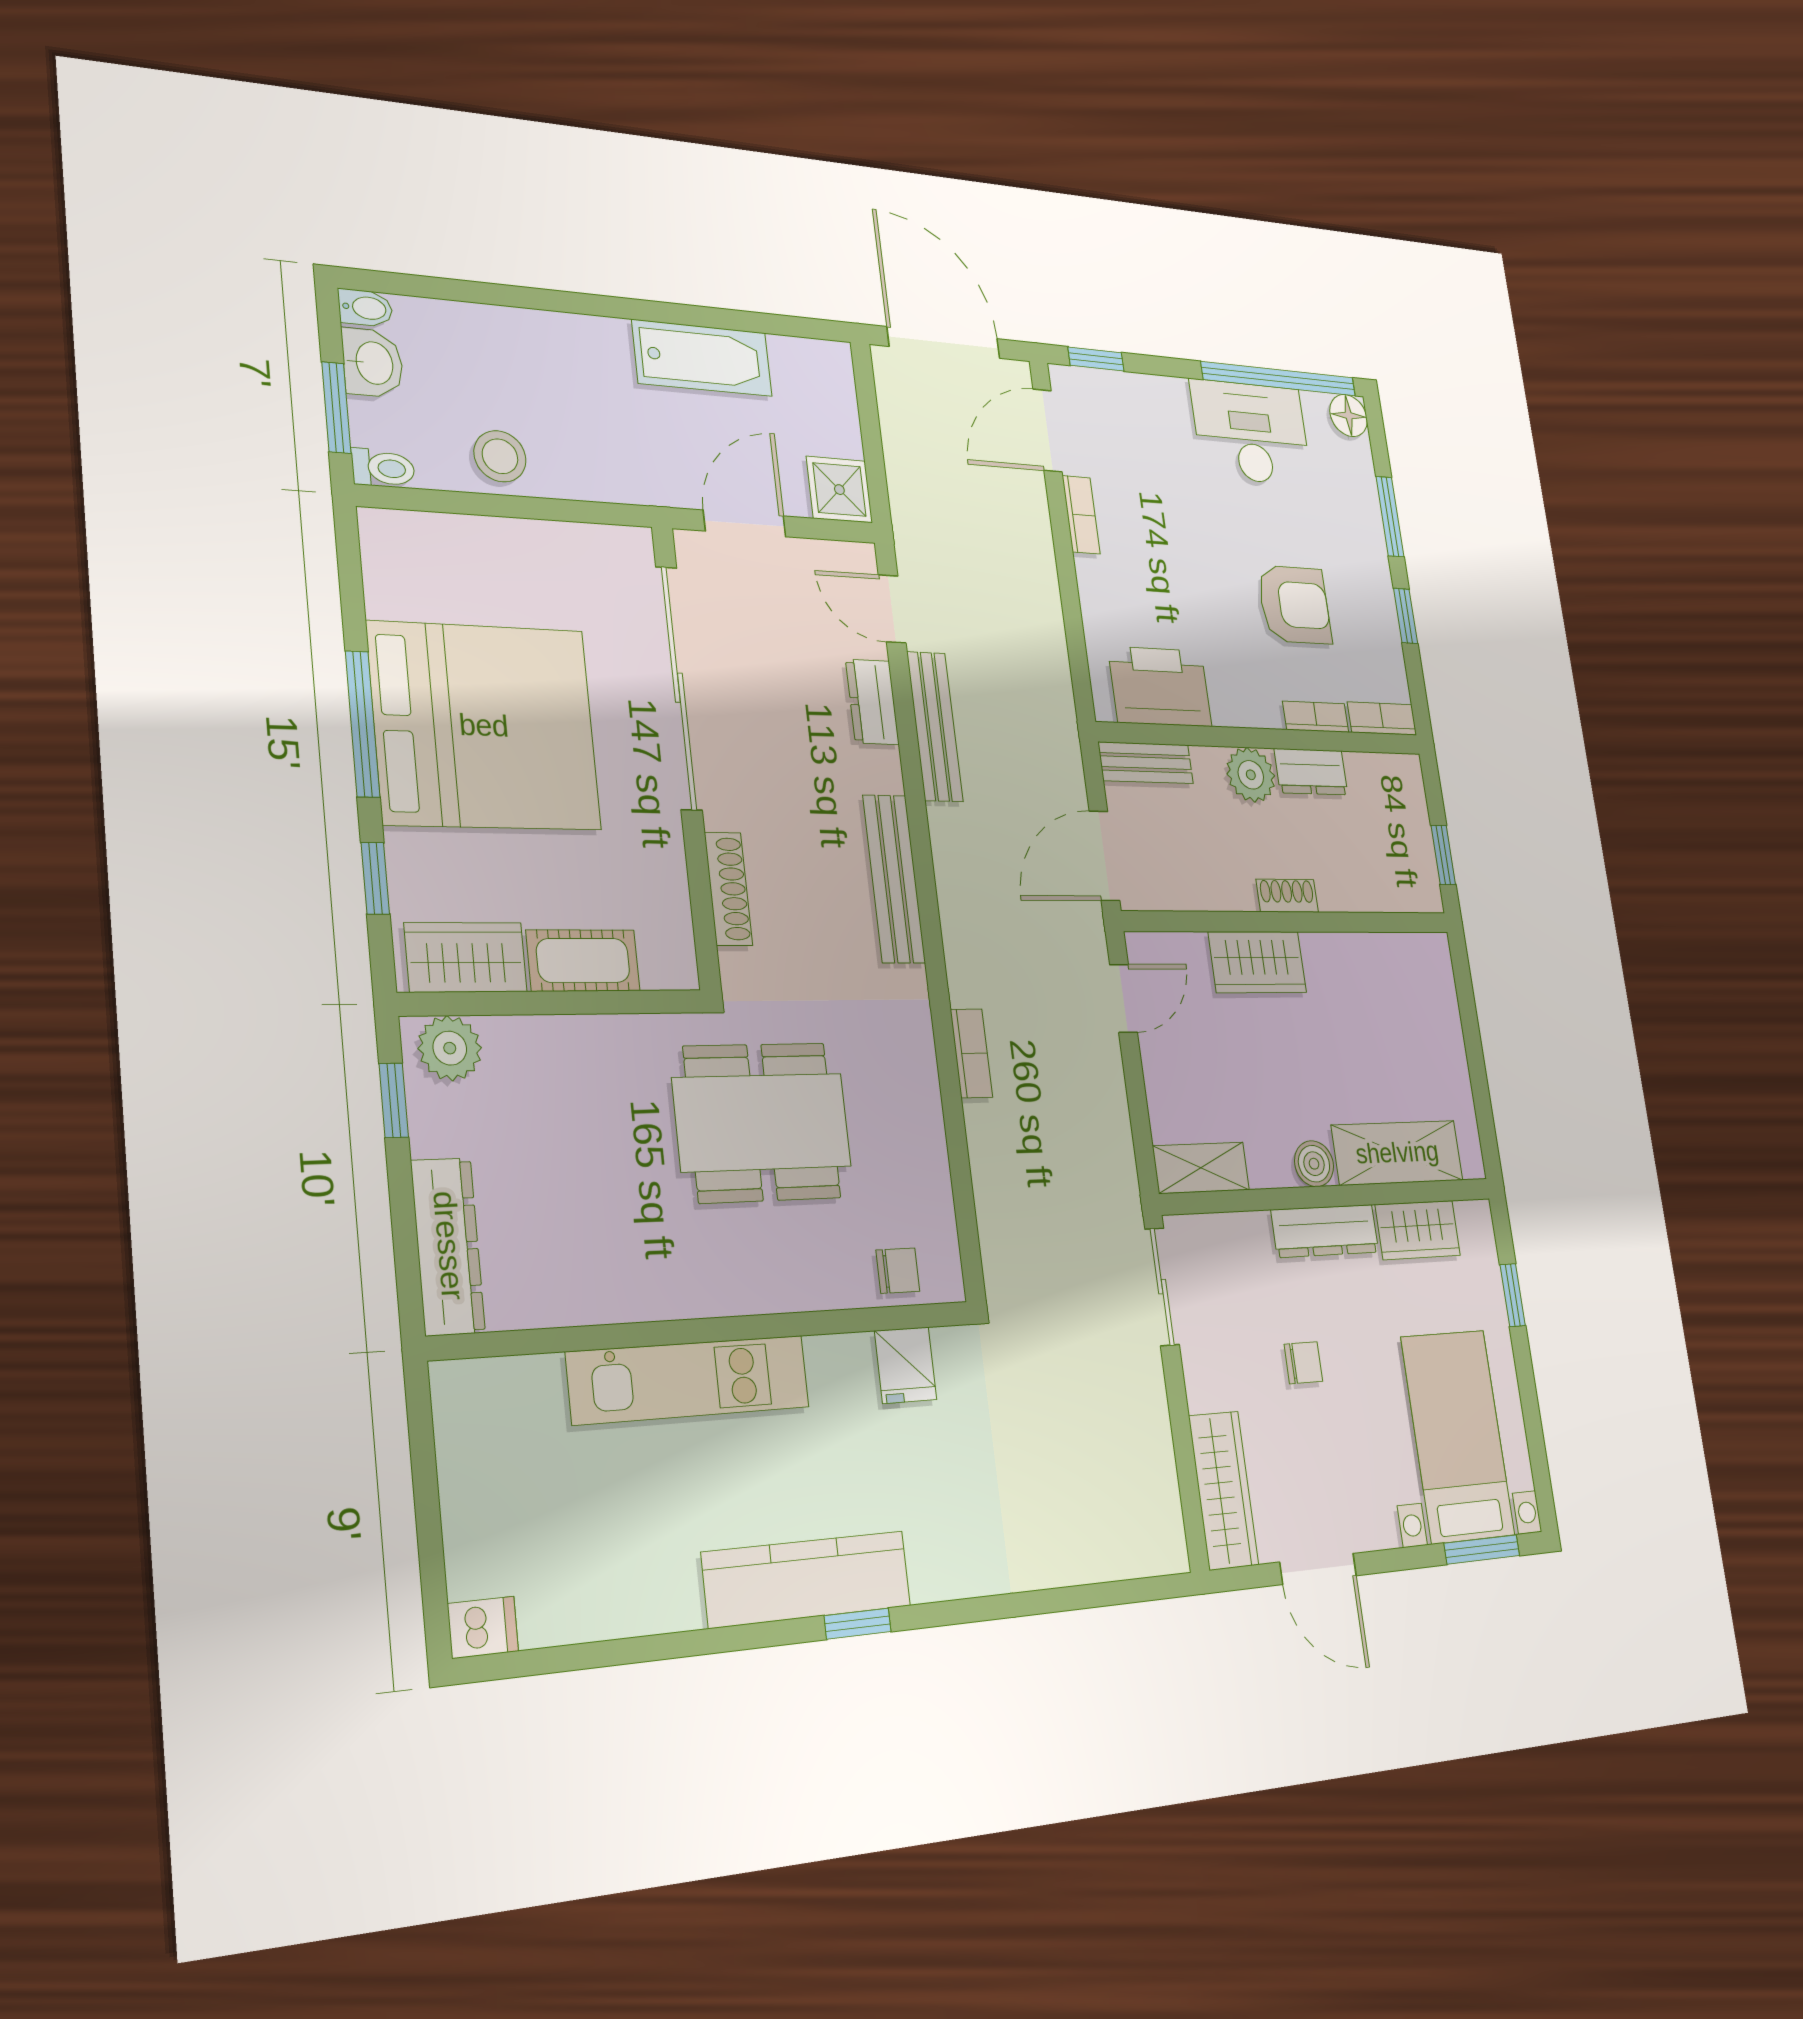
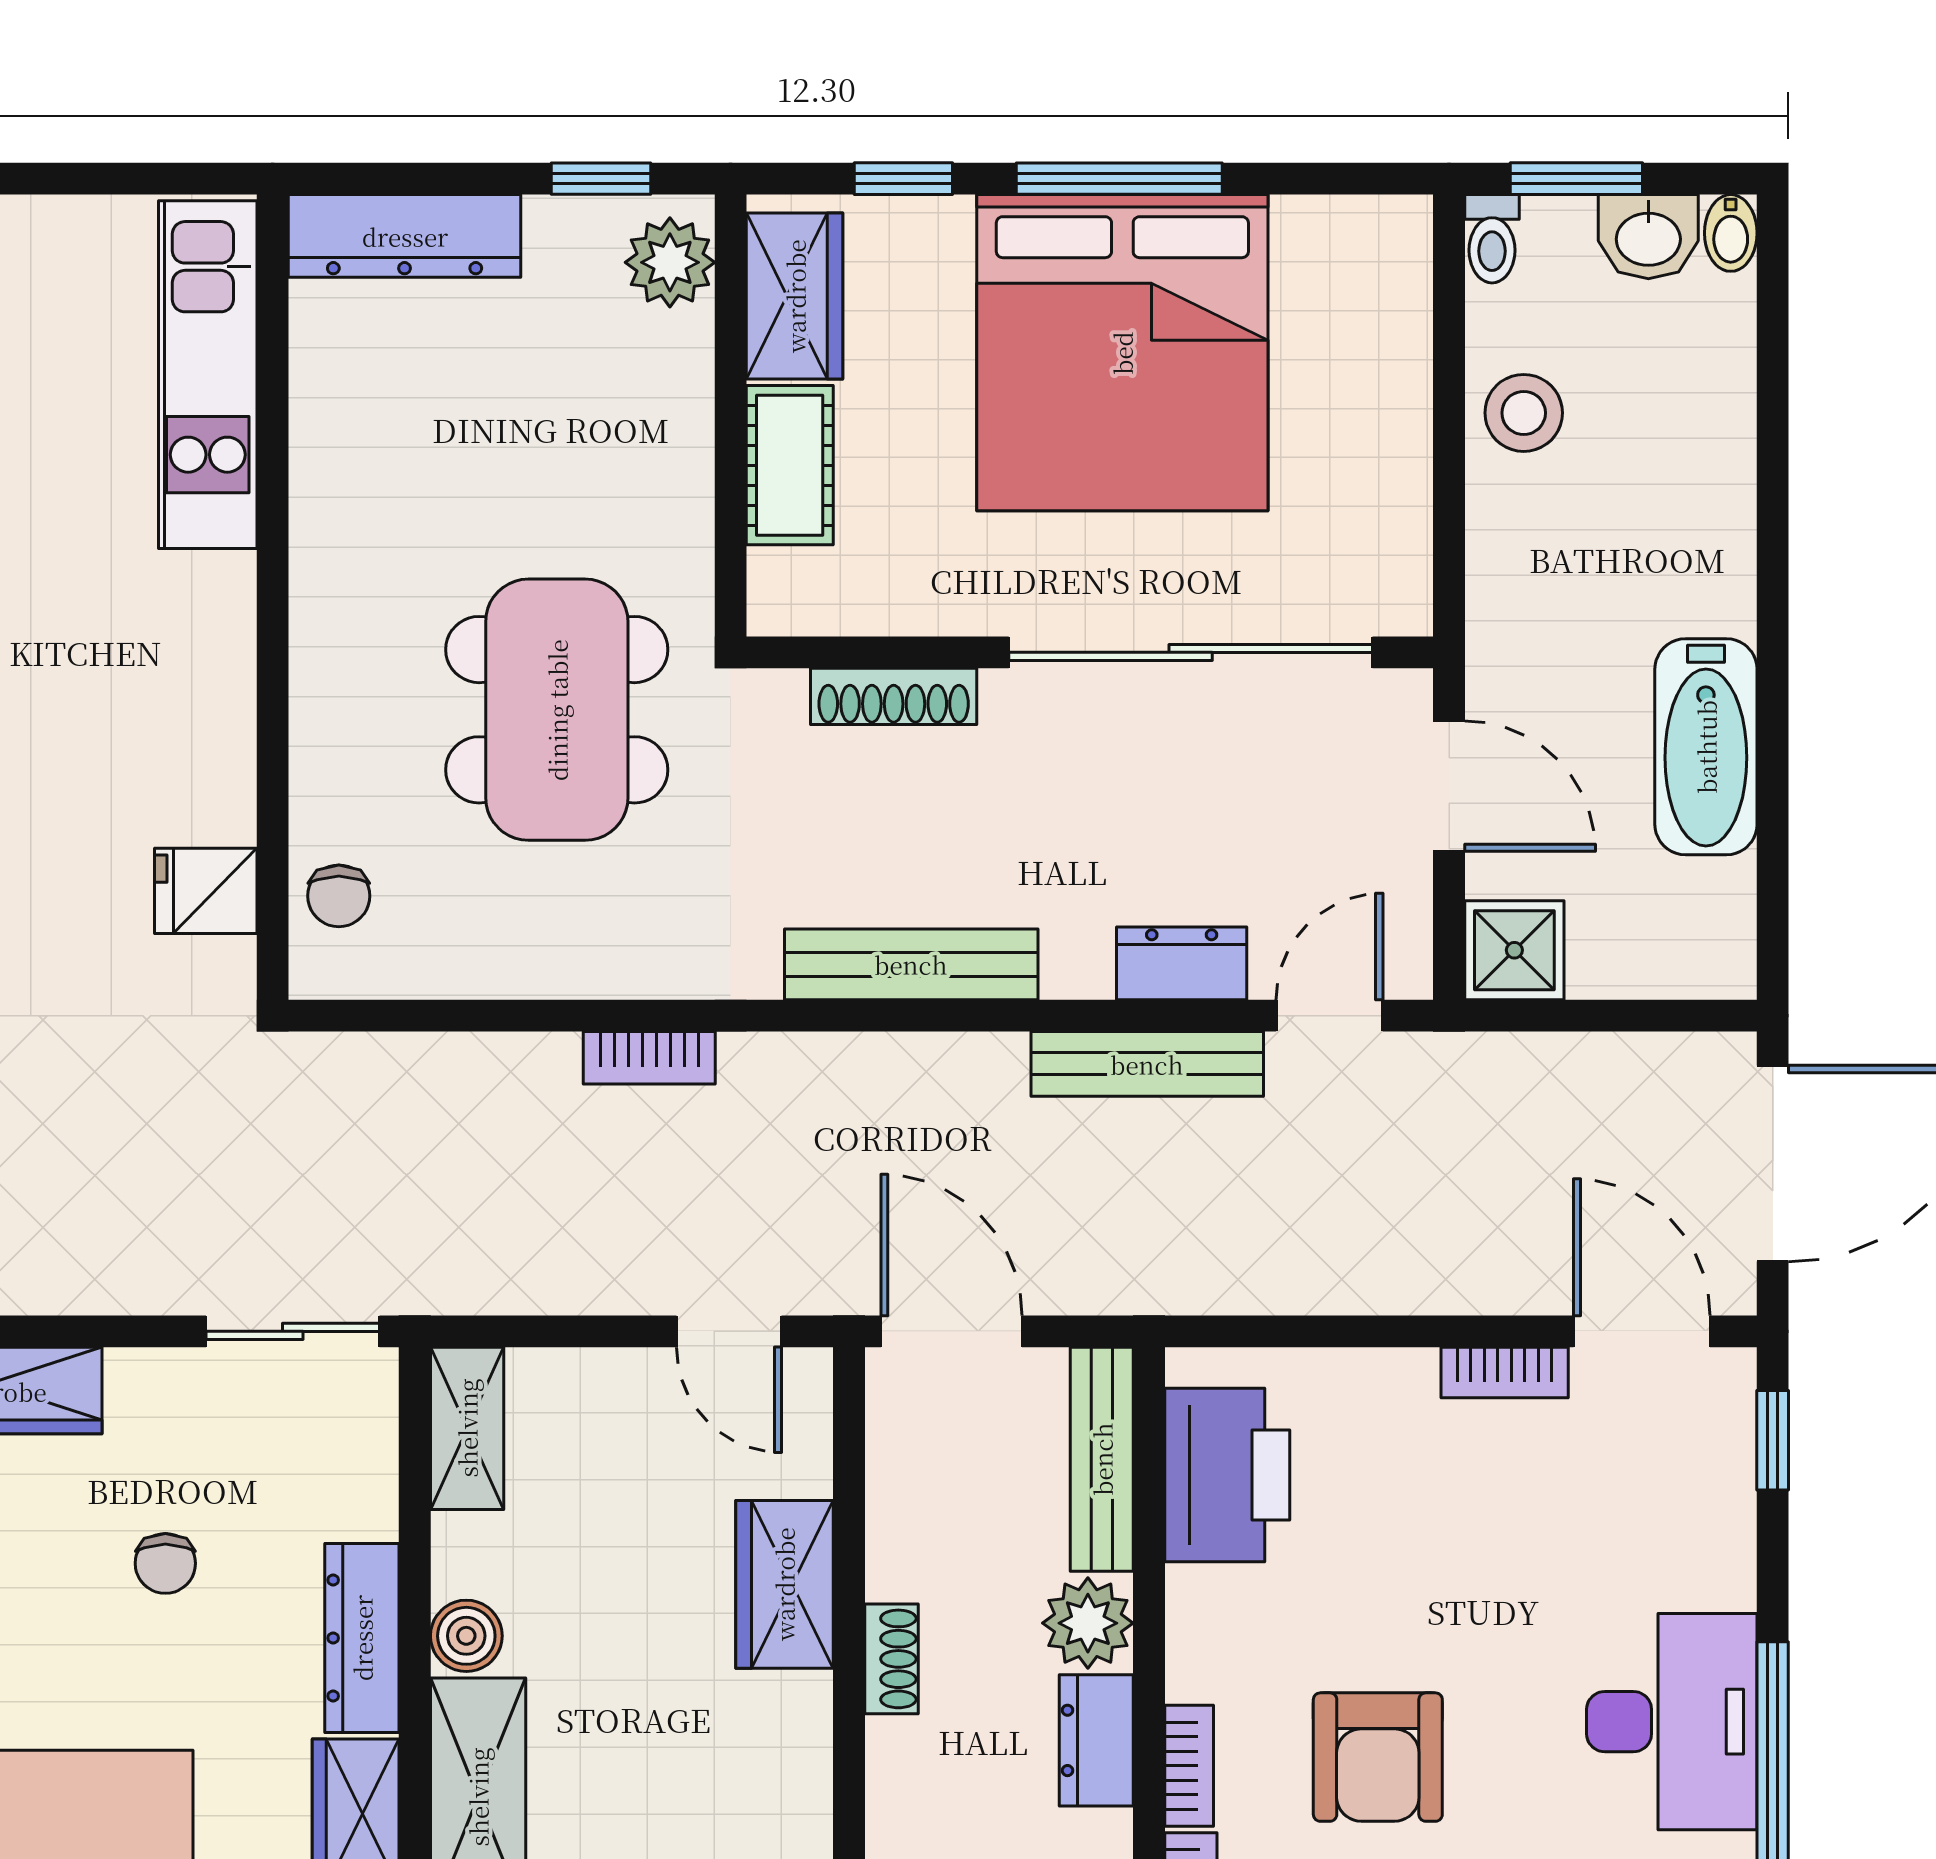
bench: (1146, 763) -> (1102, 1459), width x1.36
kitchen unit: (689, 1380) -> (208, 375), moved

